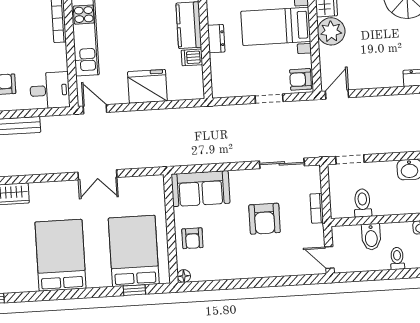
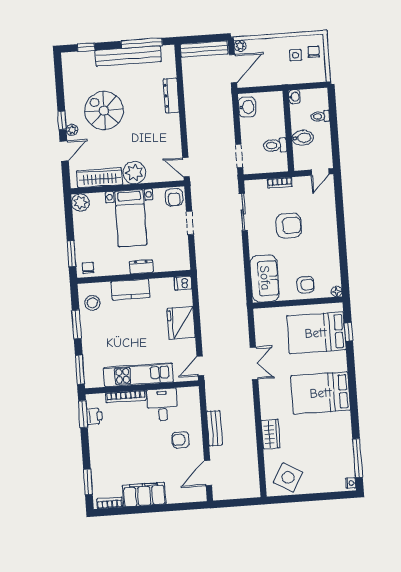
dishwasher: (192, 57) -> (183, 283), moved, turned 90
desk: (50, 90) -> (162, 405), moved

